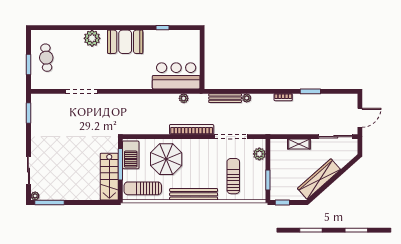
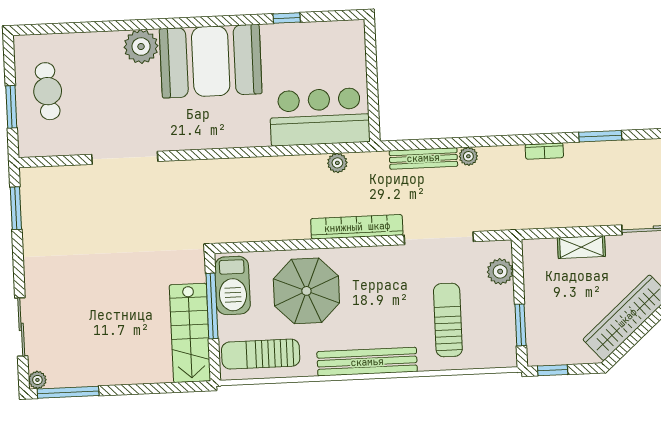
booth: (125, 42) -> (211, 61), width x1.36, depth x1.42

